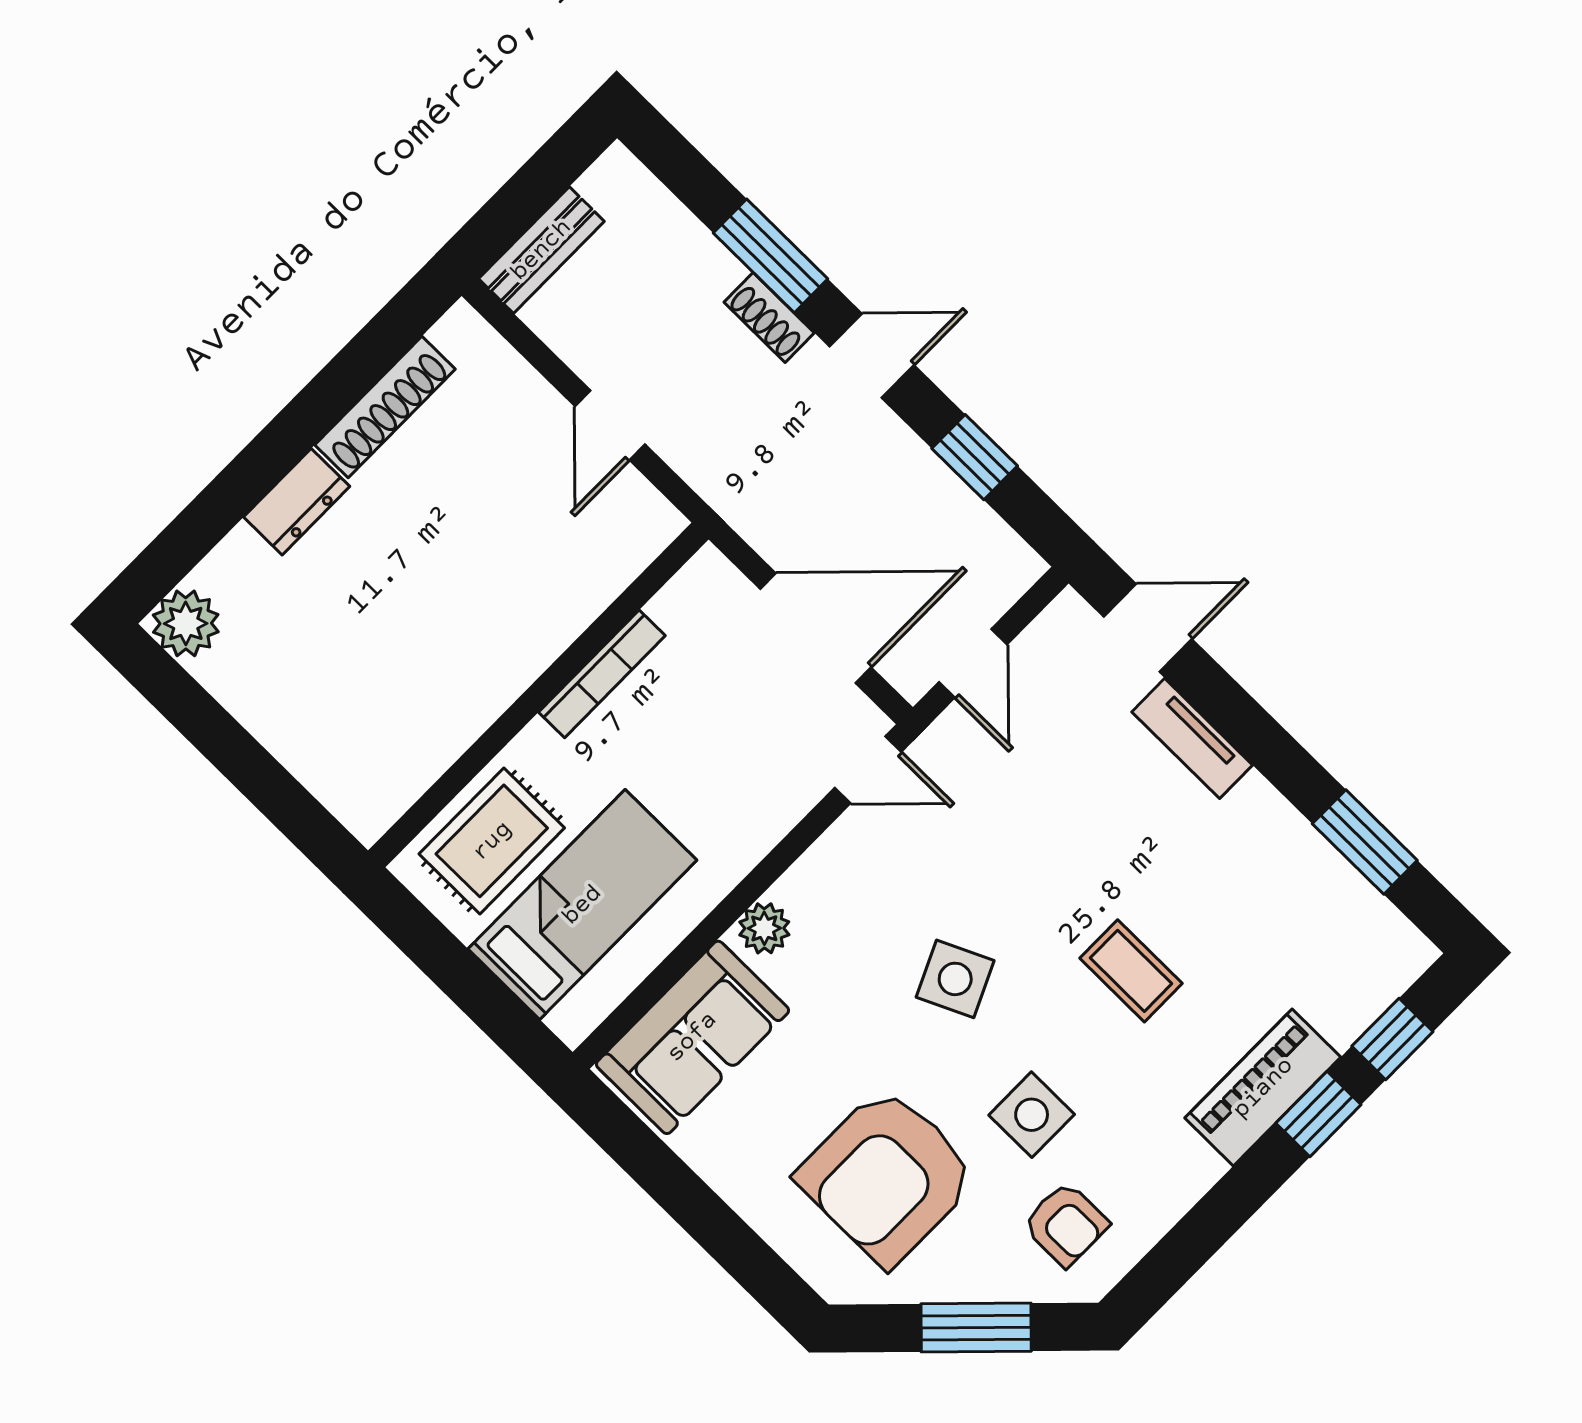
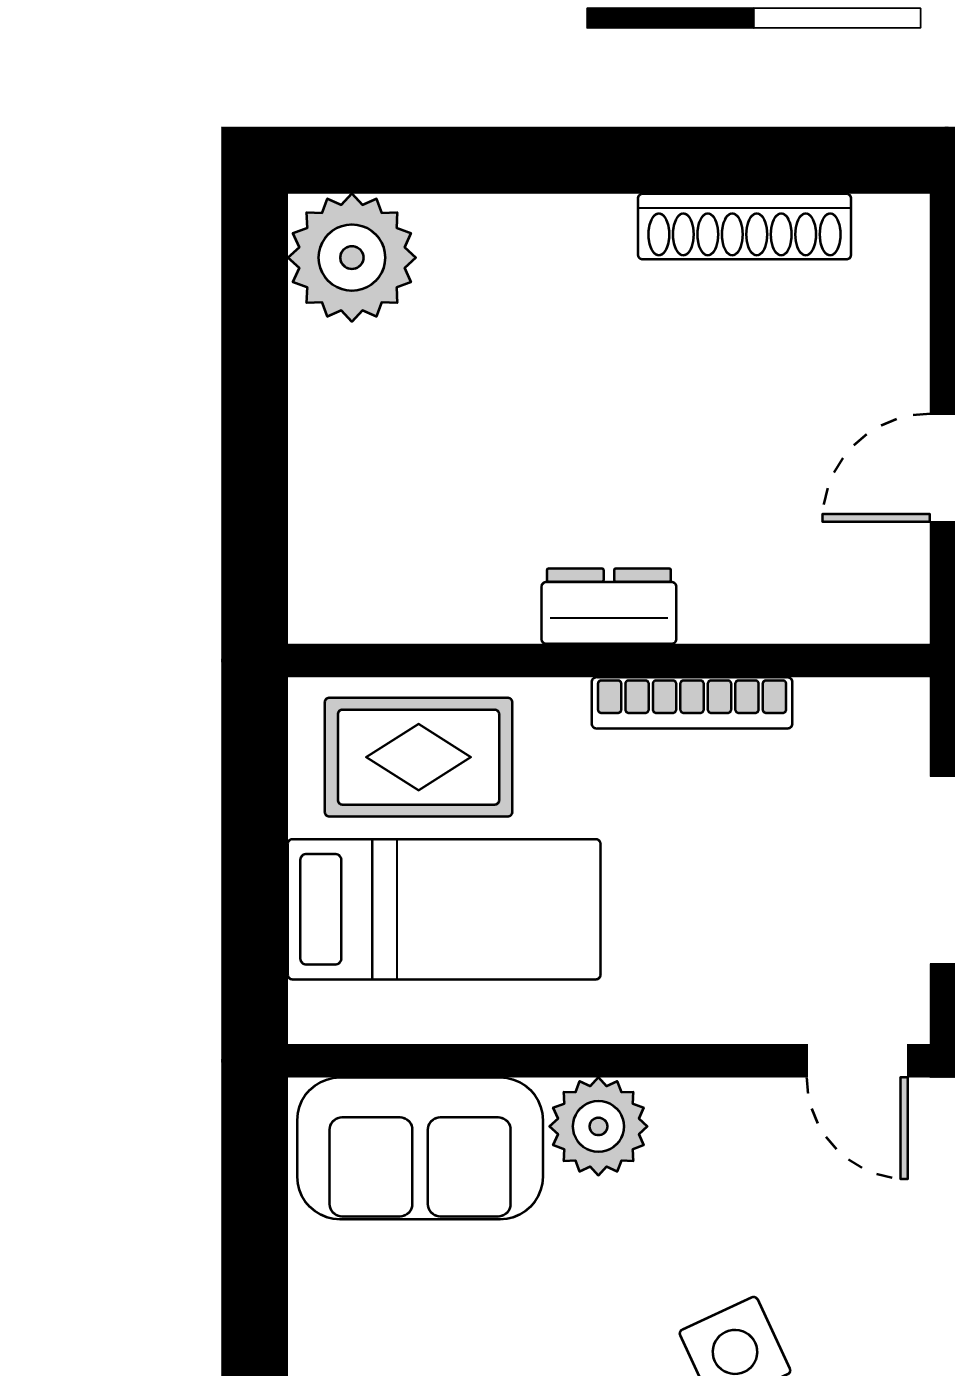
dresser: (297, 502) -> (609, 606), moved, turned 180
plant: (186, 623) -> (352, 258), width x1.36, depth x1.36
plant: (764, 928) -> (598, 1126), width x1.38, depth x1.38

